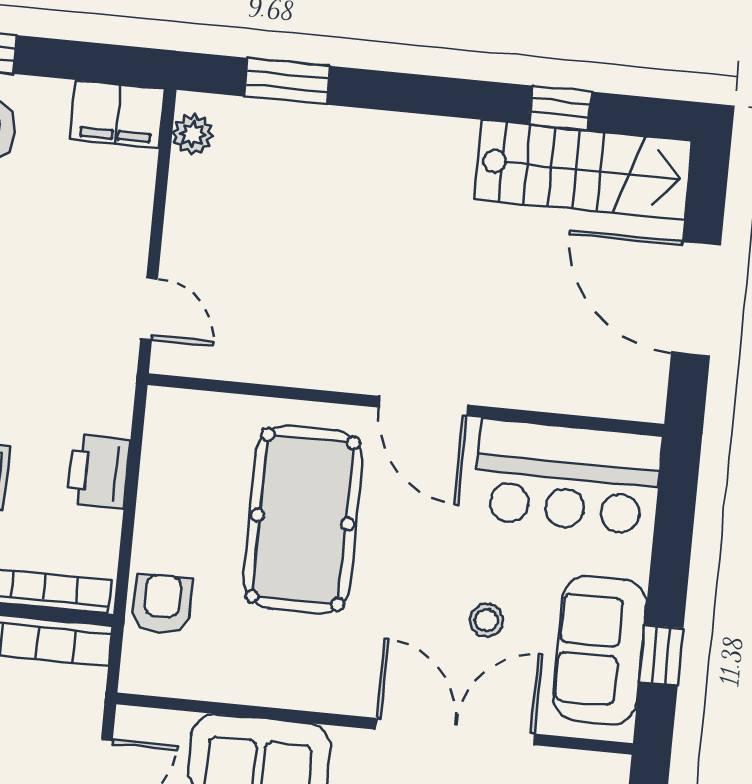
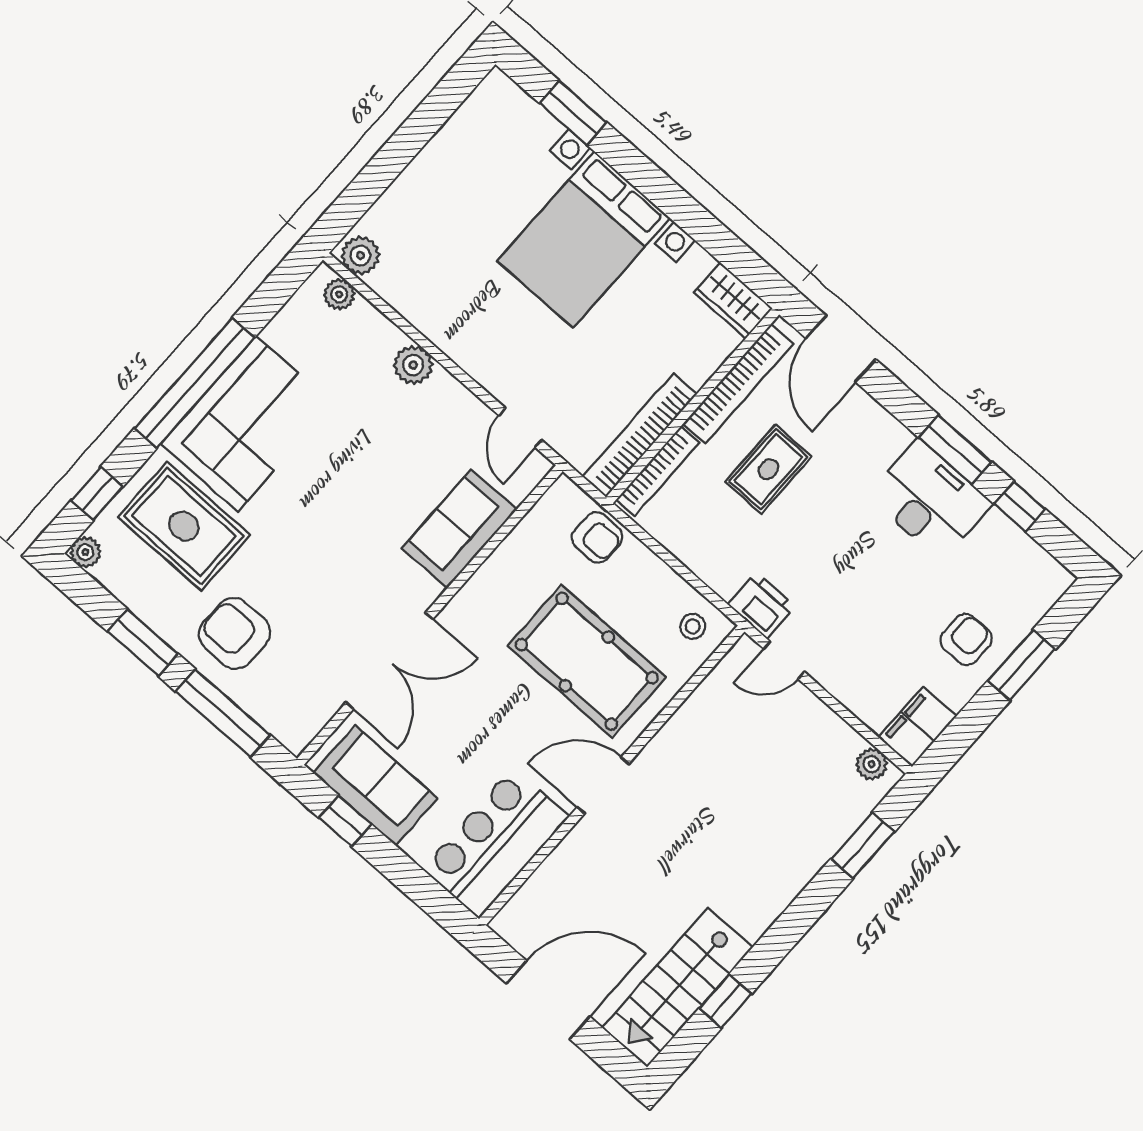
printer: (98, 472) -> (761, 605), moved
stool: (486, 620) -> (693, 626), moved

